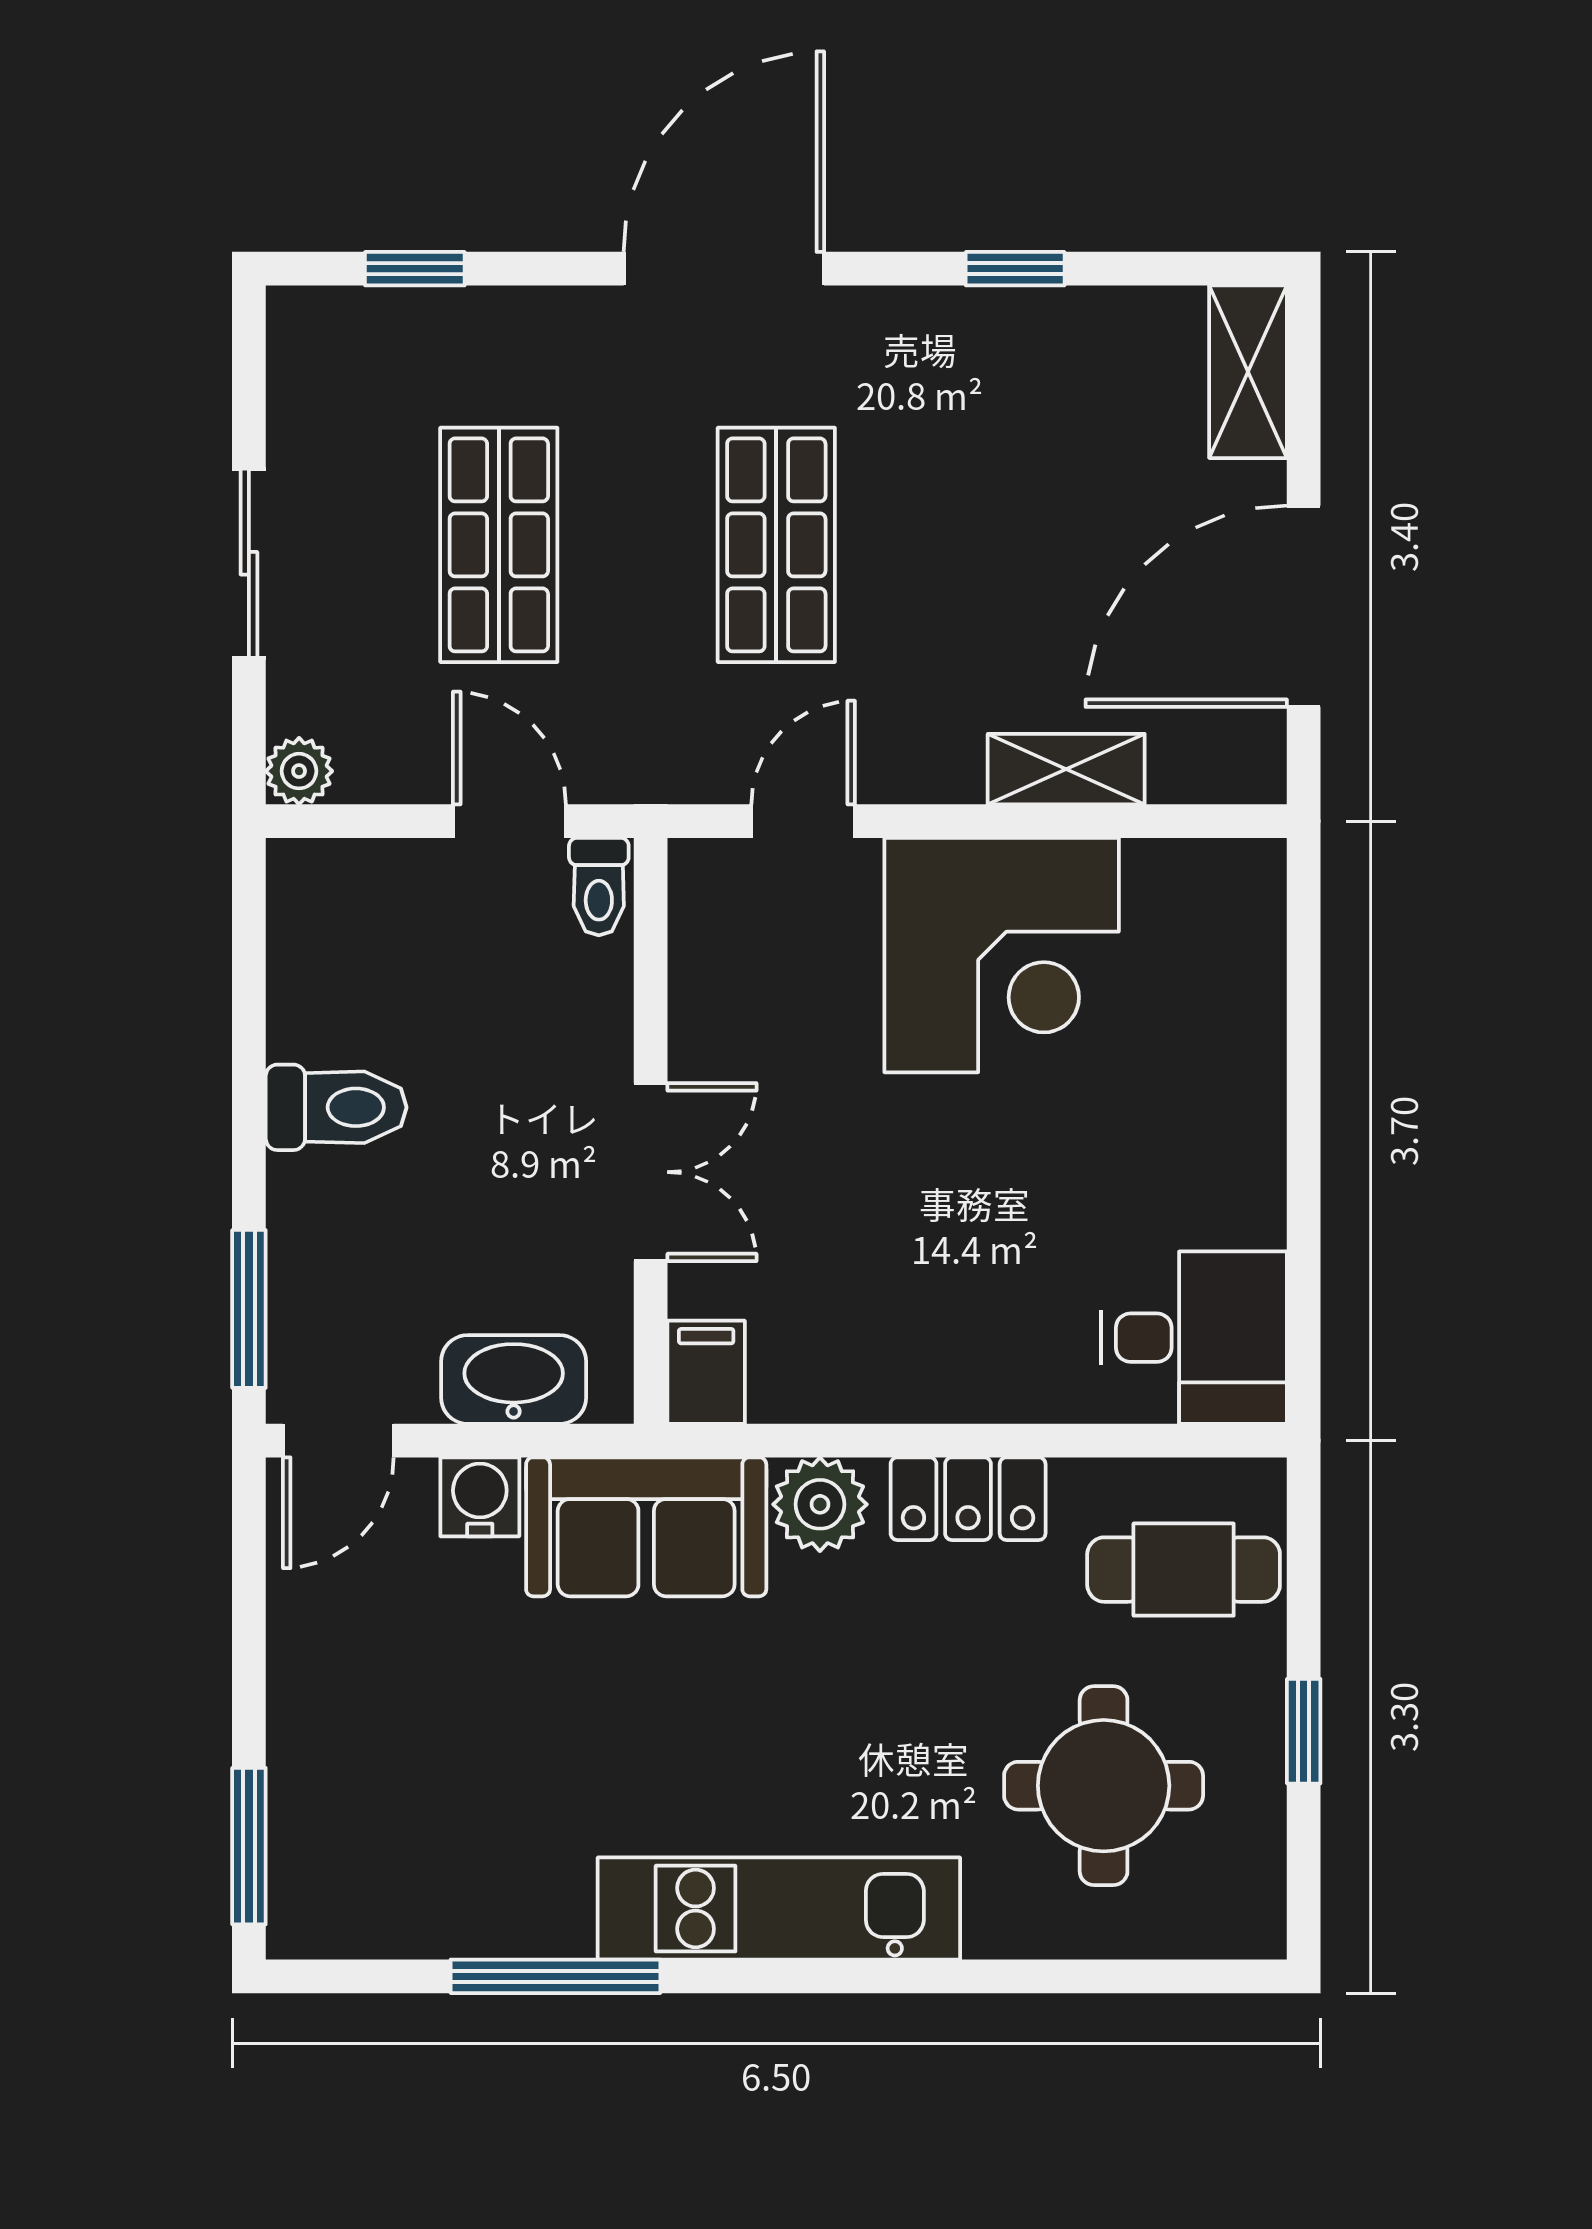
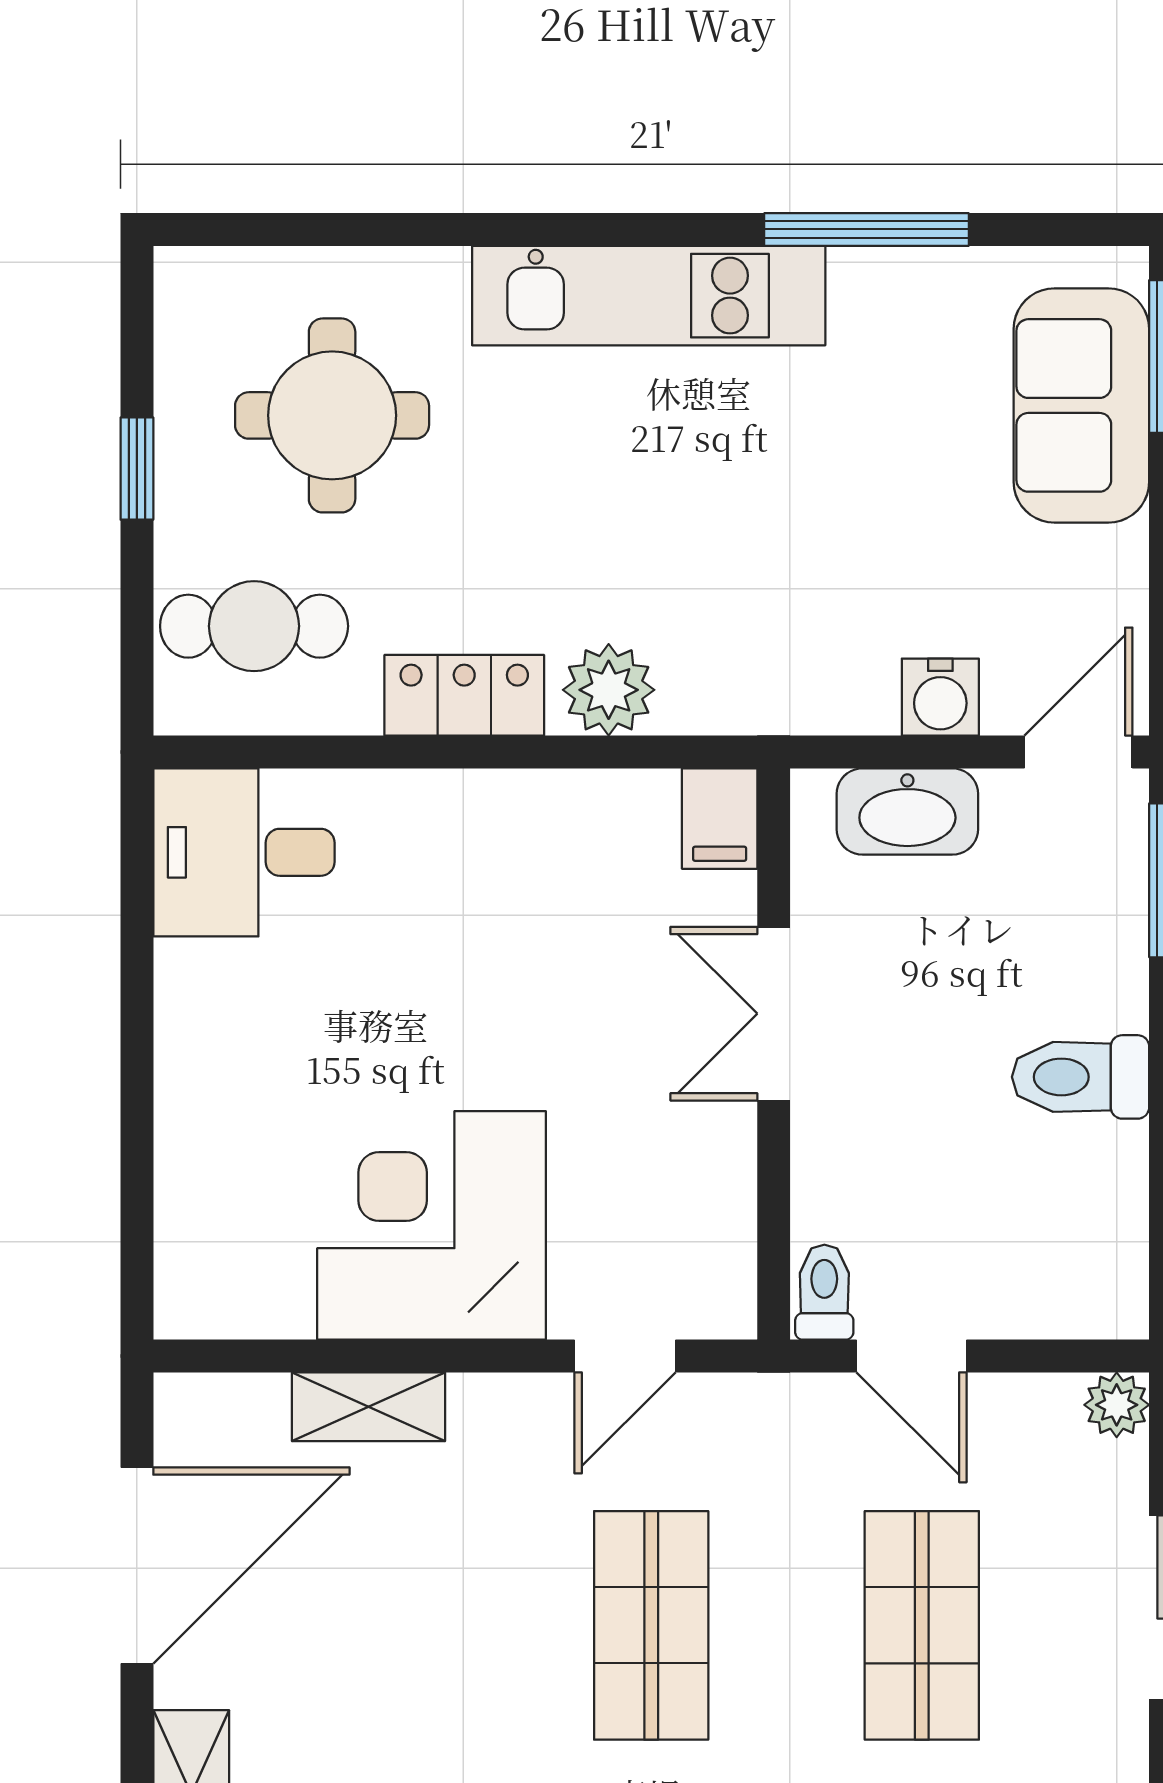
sofa: (646, 1527) -> (1081, 405), moved, turned -90

